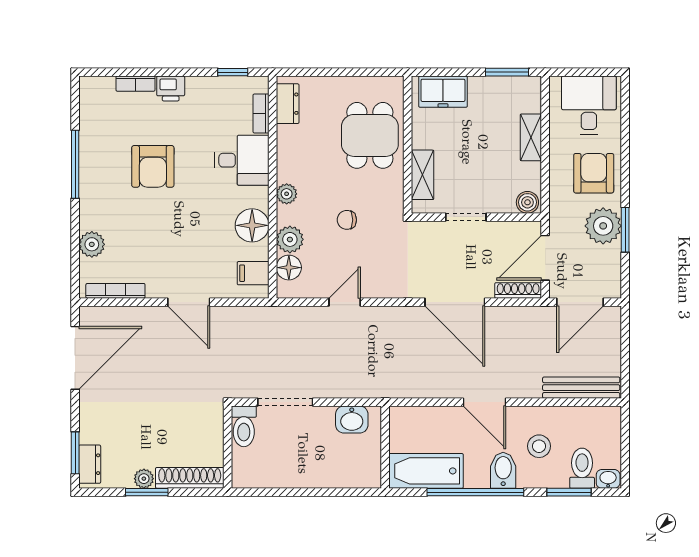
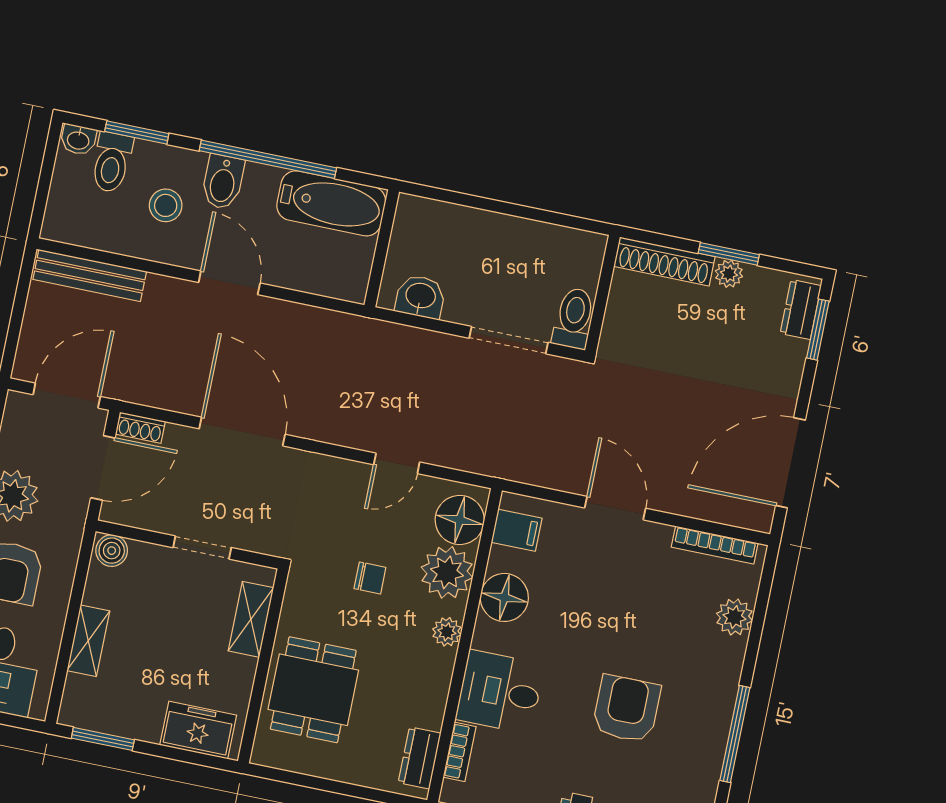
plant: (290, 239) -> (447, 572), width x1.36, depth x1.36
floor lamp: (289, 268) -> (460, 520), width x1.38, depth x1.38
shoe rack: (518, 290) -> (140, 428), width x0.70

